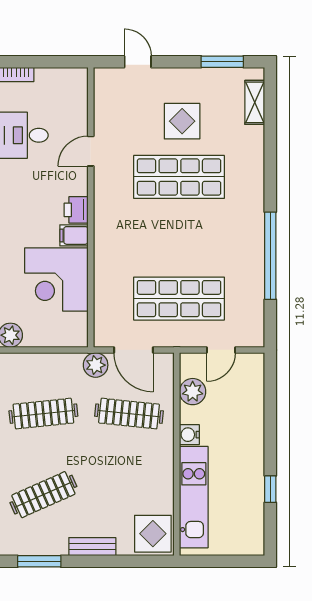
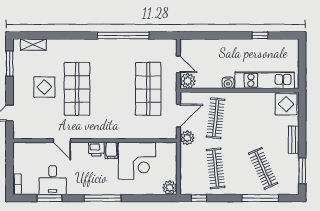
plant: (193, 392) -> (188, 81), moved

